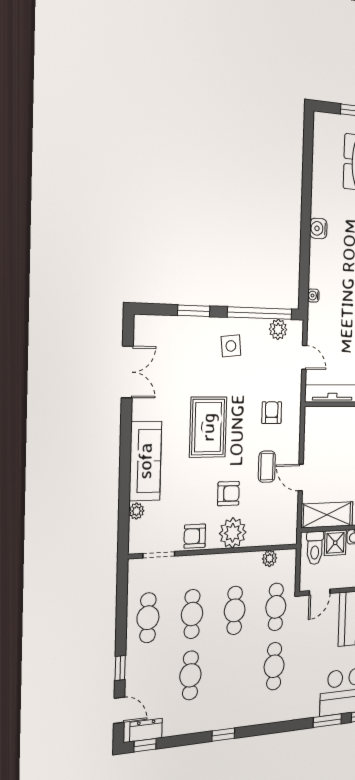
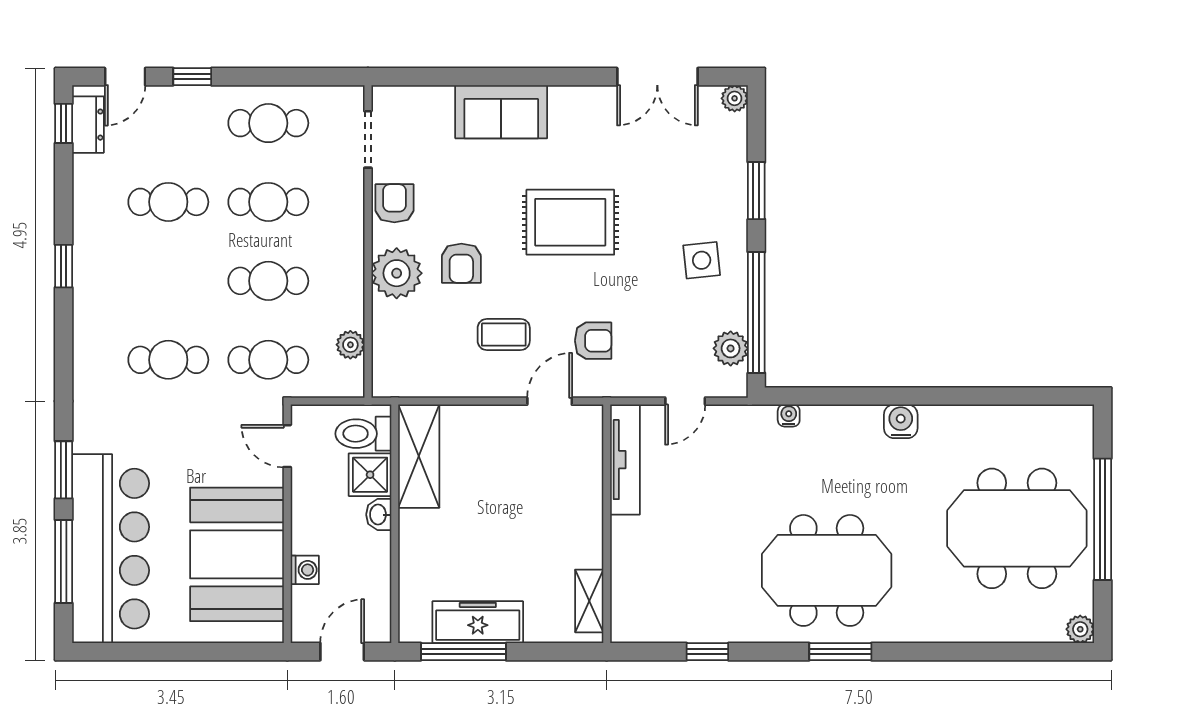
sofa: (145, 461) -> (501, 112), width x0.73
door: (301, 478) -> (550, 401), moved
plant: (136, 511) -> (735, 98), moved

